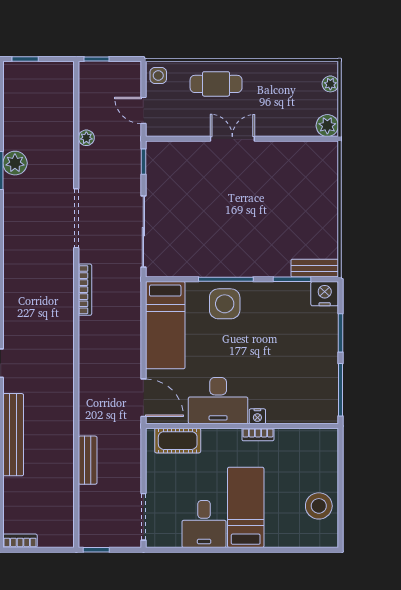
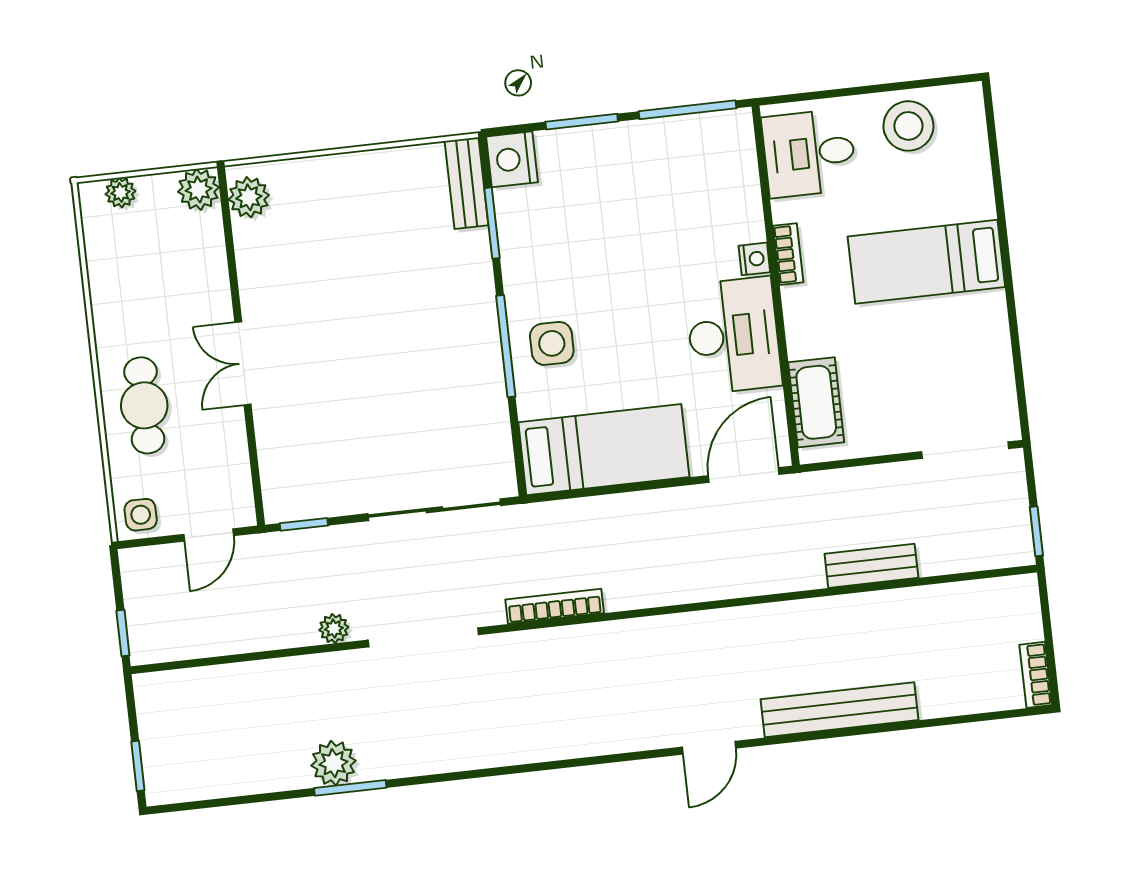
plant: (86, 138) -> (334, 629), moved
plant: (320, 152) -> (249, 197), added
side table: (225, 304) -> (552, 343), width x0.73, depth x0.73
desk: (204, 524) -> (809, 153), moved, turned 180

